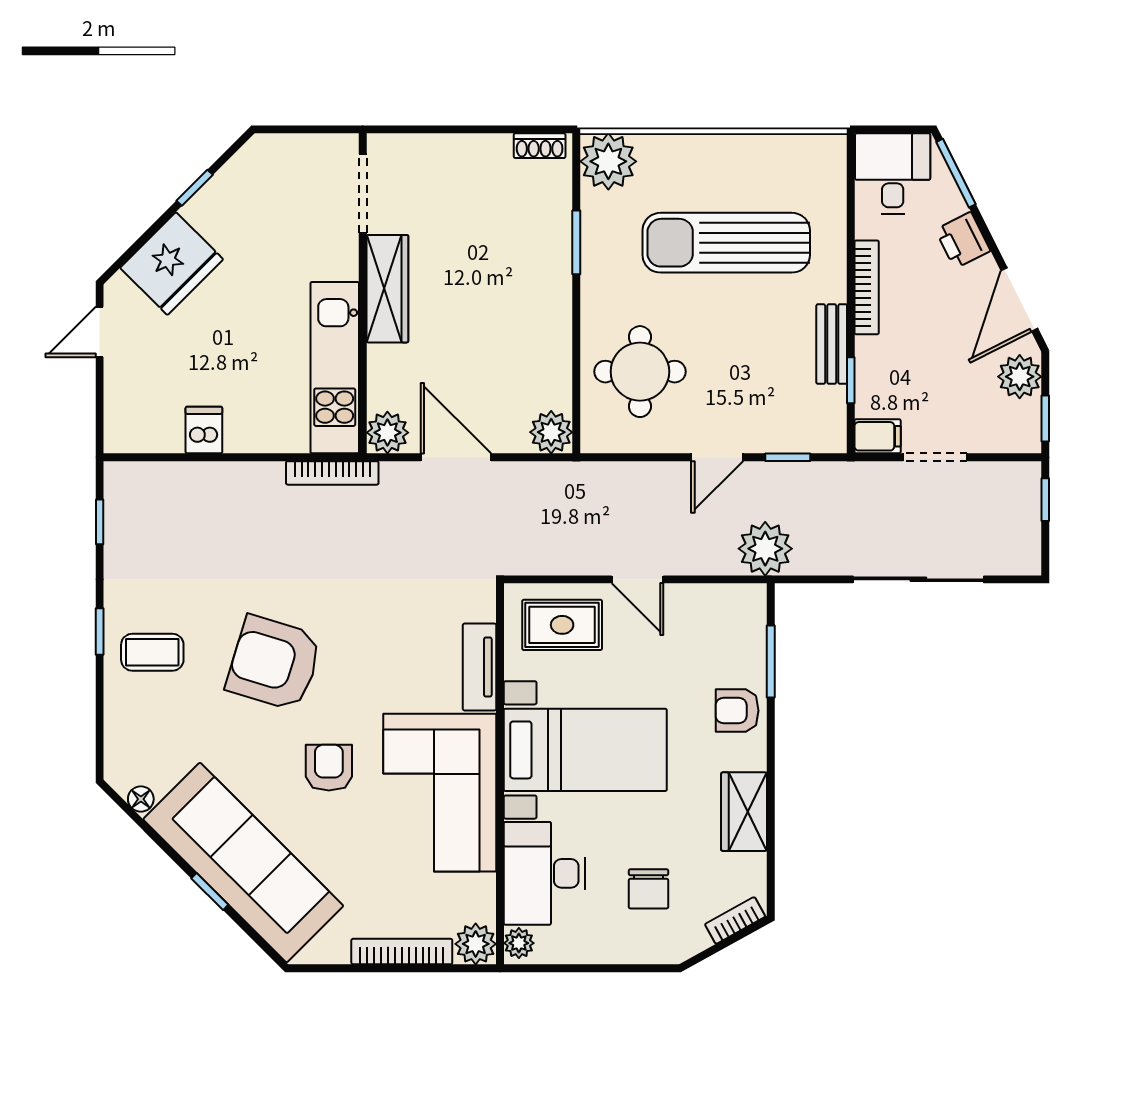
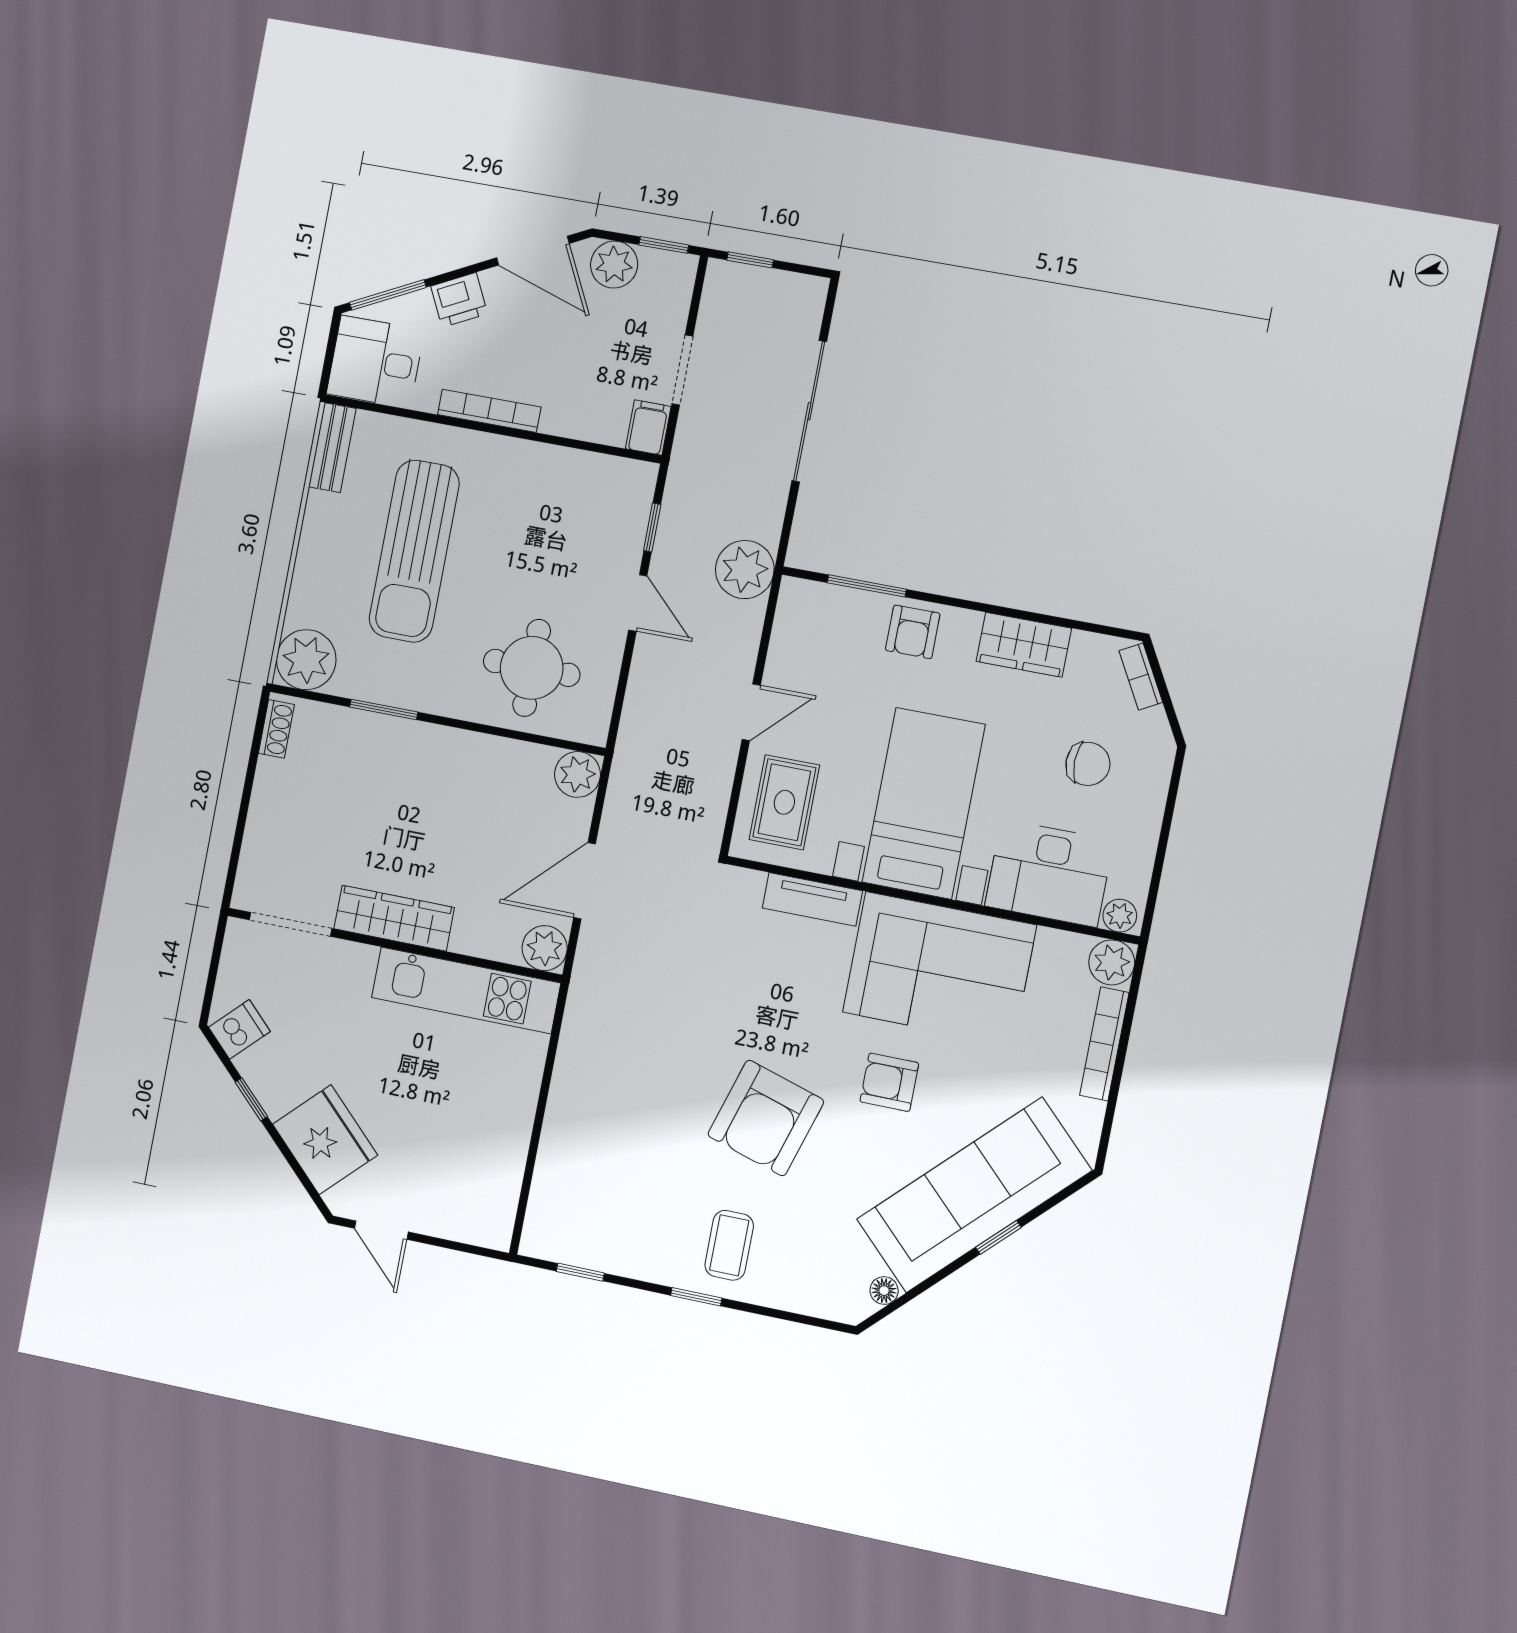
bench: (832, 344) -> (332, 448), moved, turned 90
window: (851, 380) -> (583, 445), removed
dishwasher: (204, 430) -> (239, 1029), moved, turned 135
bookcase: (332, 473) -> (576, 1015), removed

